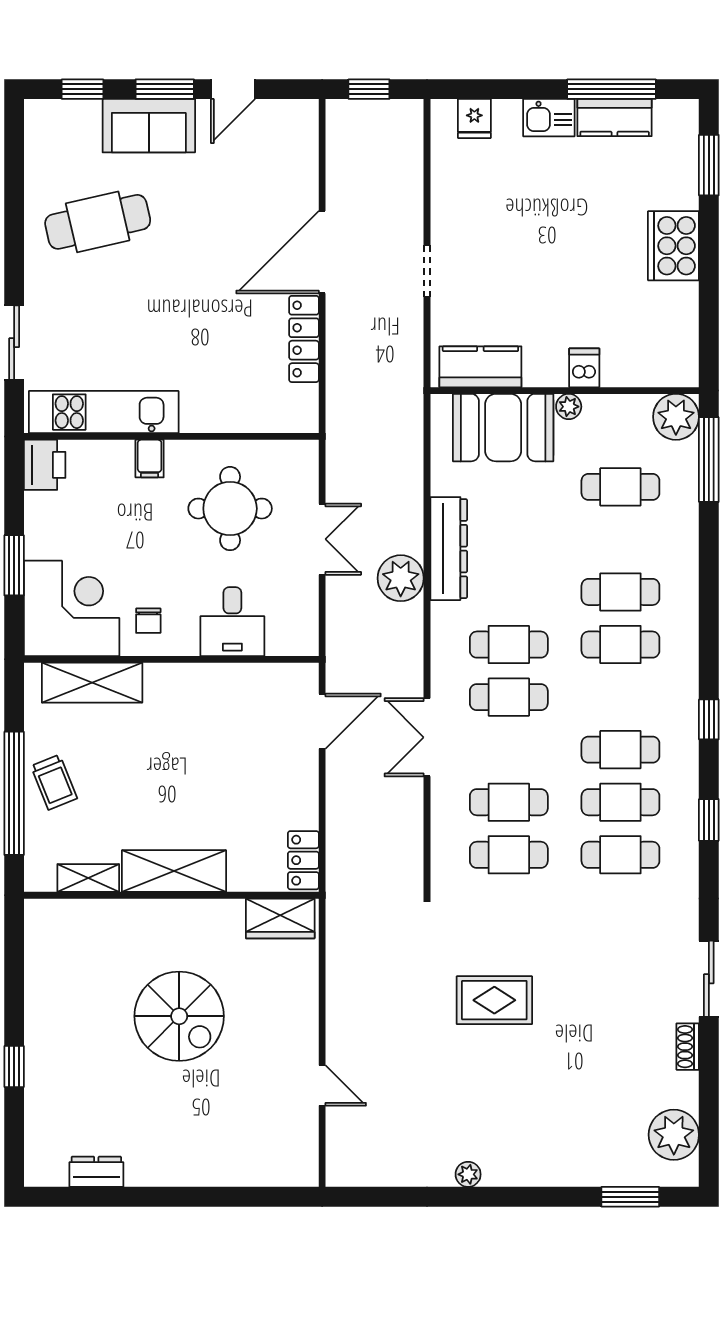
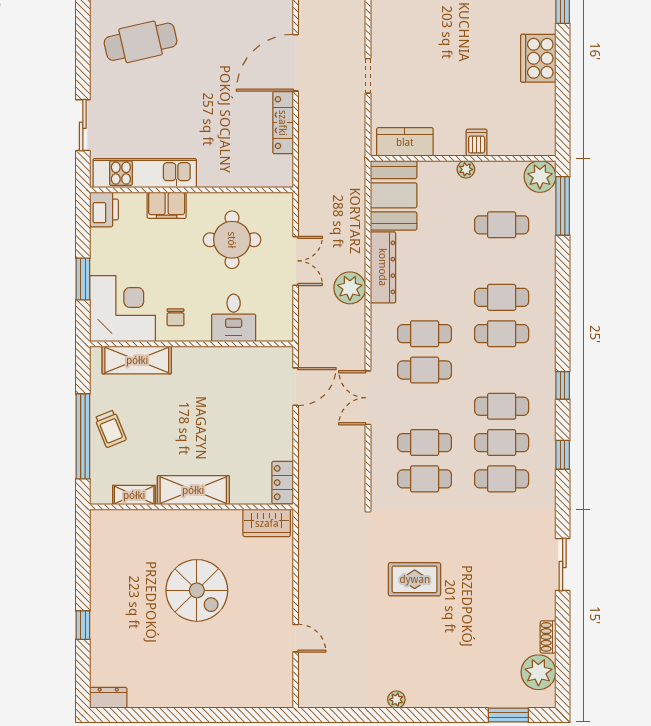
booth: (503, 428) -> (394, 195), moved, turned 90
filing cabinet: (150, 459) -> (167, 205), width x2.00
shoe rack: (688, 1047) -> (548, 637), moved
dresser: (96, 1172) -> (108, 698), moved

